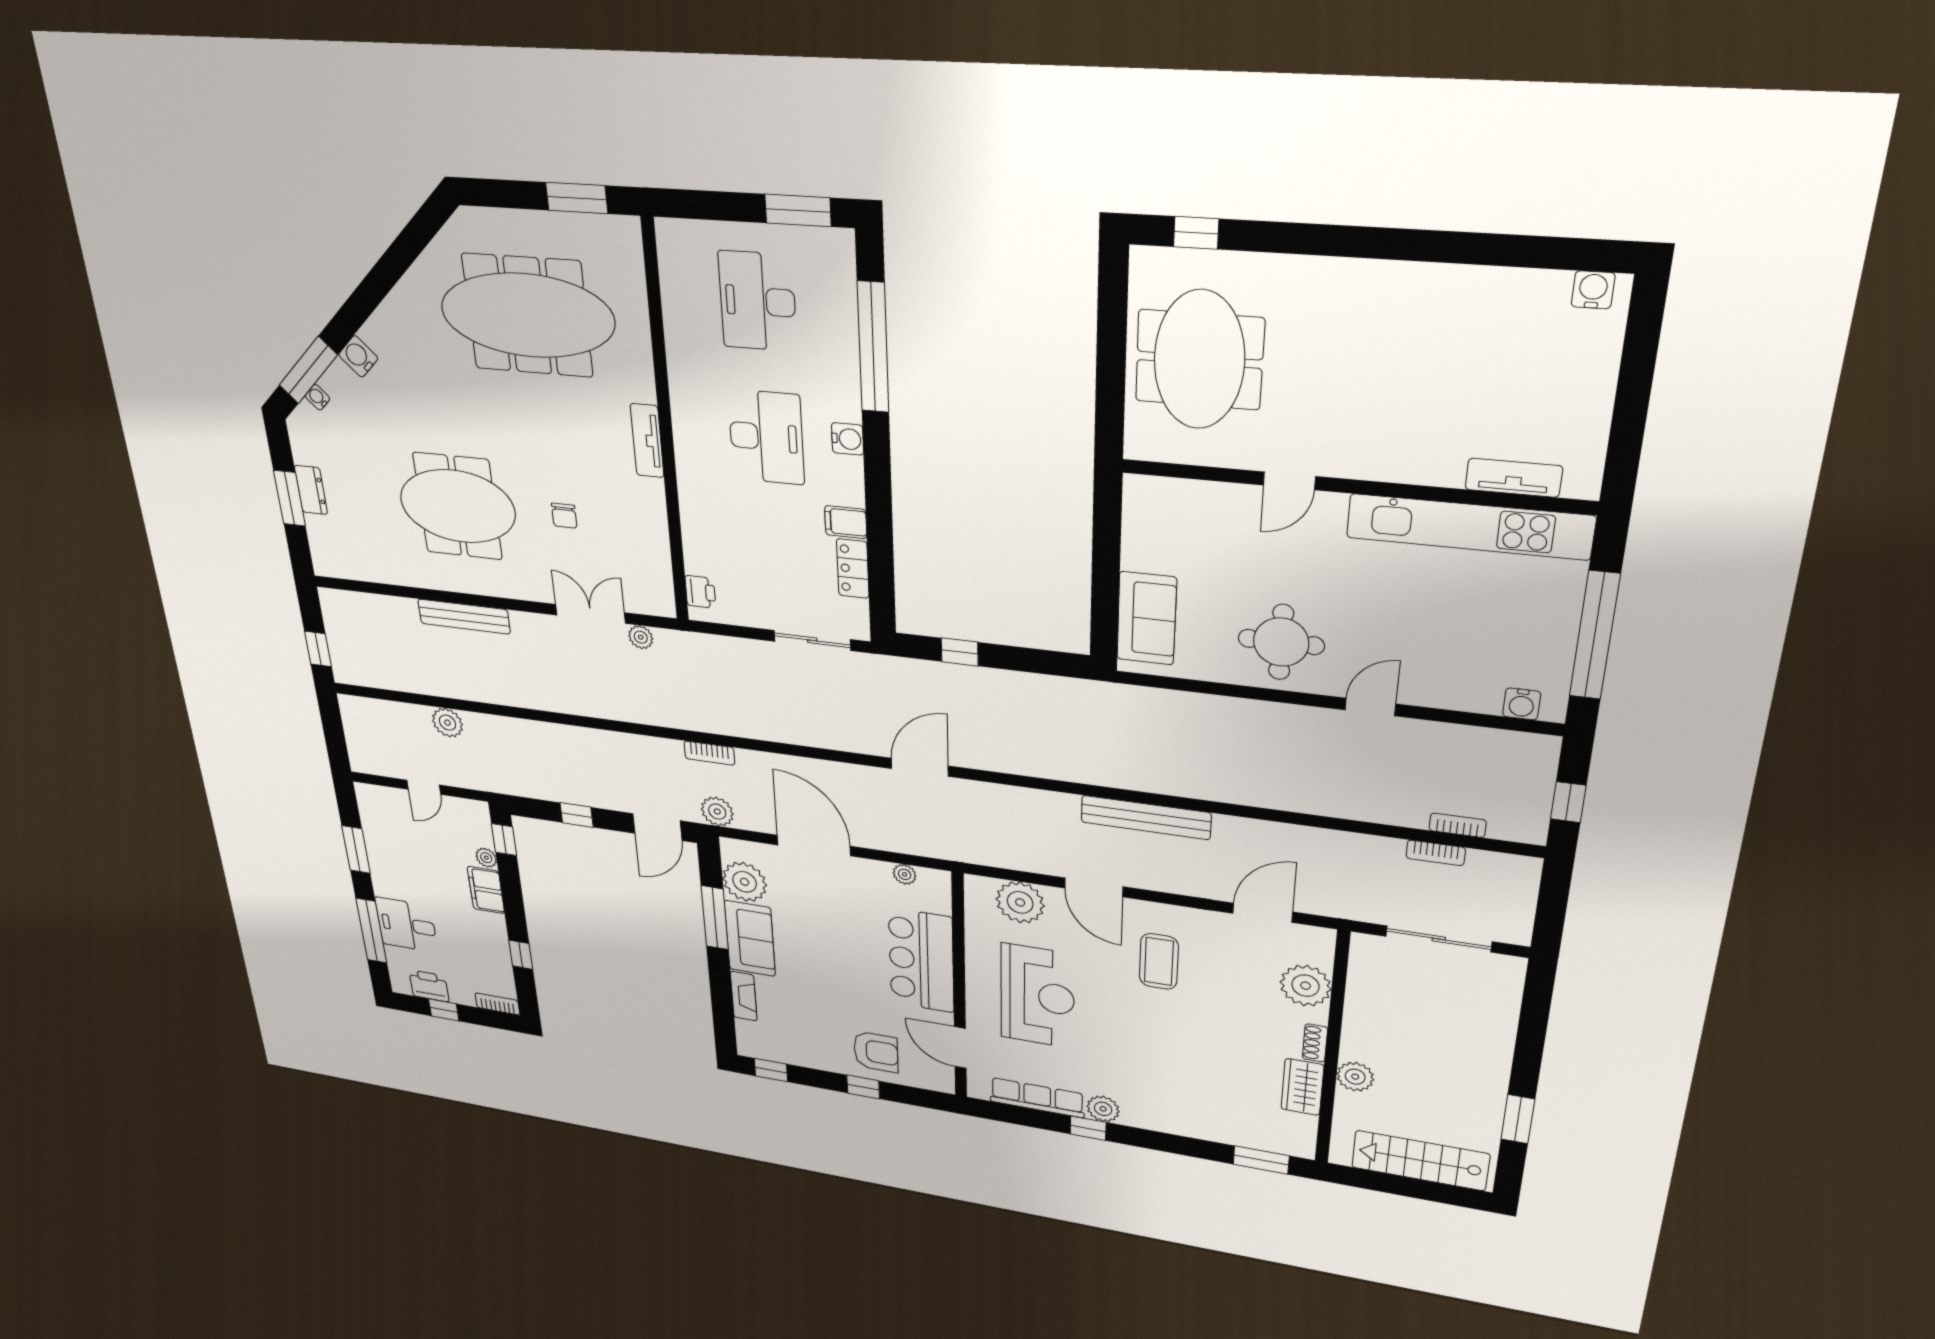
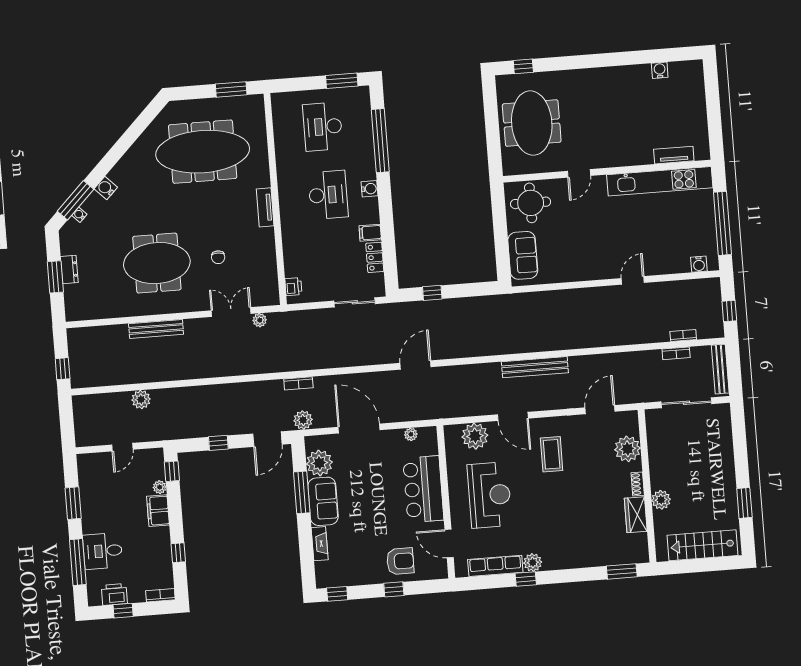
water cooler: (1593, 290) -> (660, 70), moved
round table: (1281, 642) -> (531, 203), moved
bench: (1523, 899) -> (720, 369), added

